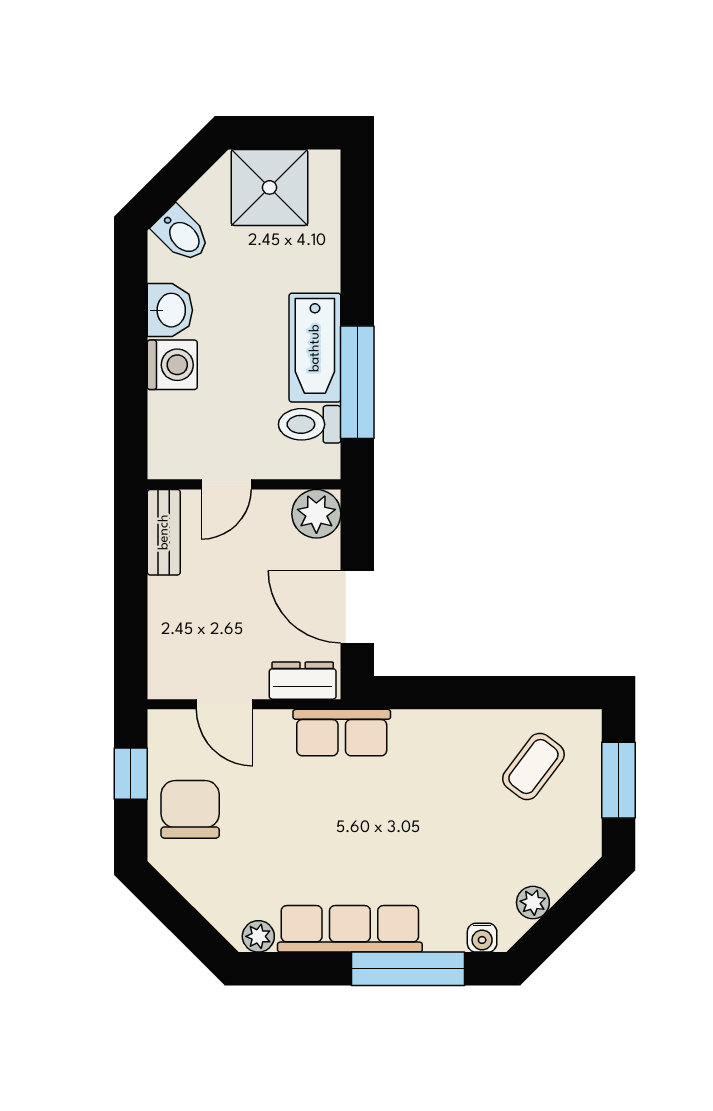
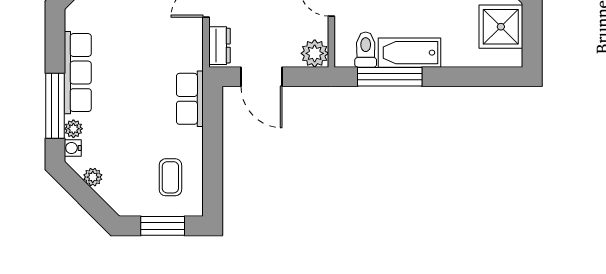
door: (357, 607) -> (262, 77), swing flipped
row of seats: (342, 733) -> (190, 99), moved
coffee table: (533, 767) -> (170, 177), turned 53
plant: (258, 936) -> (73, 129), moved

